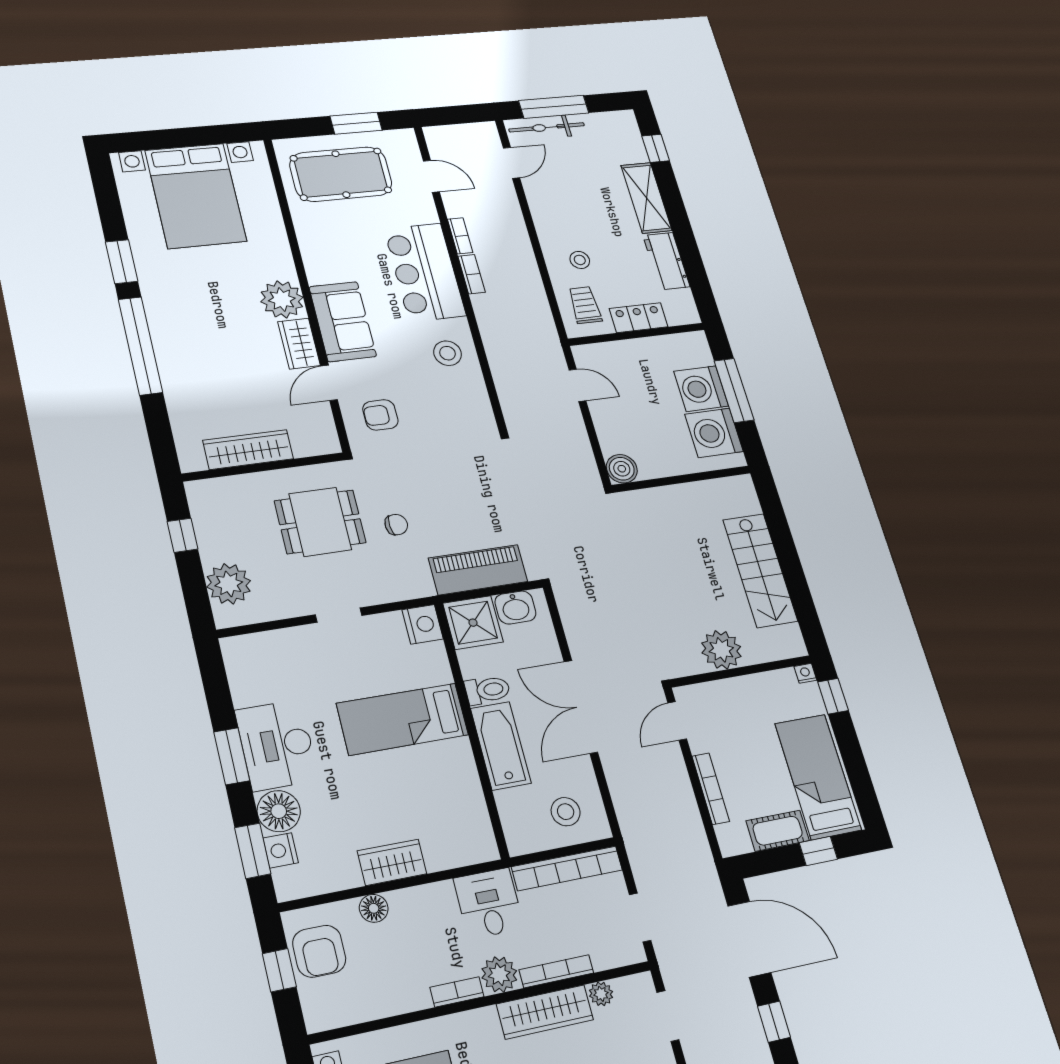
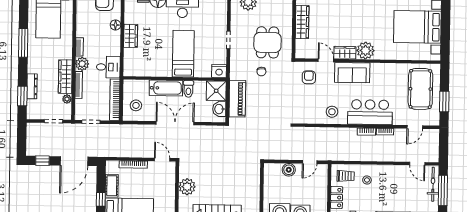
boiler: (622, 469) -> (289, 170), moved

